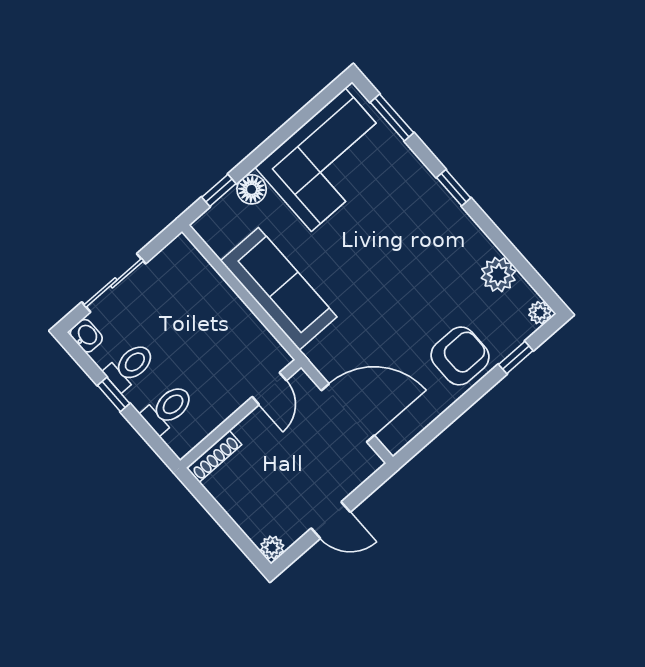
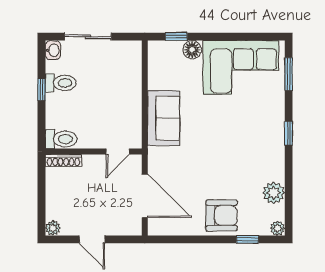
sofa: (279, 289) -> (164, 118), width x0.73
toilet: (168, 409) -> (61, 139), moved

